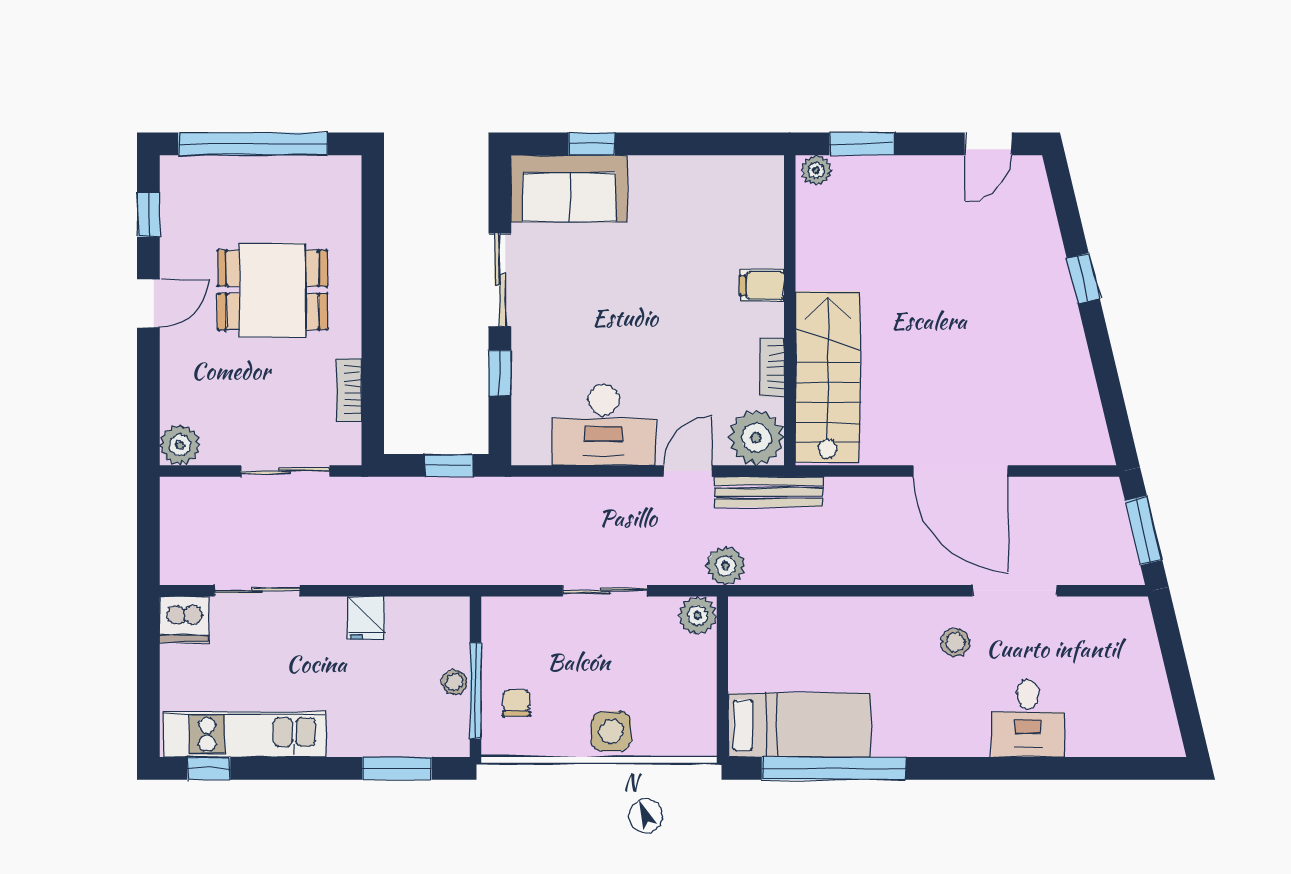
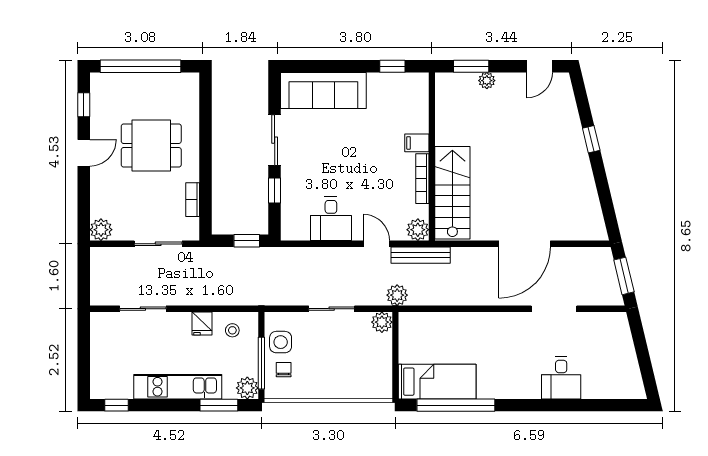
window: (592, 144) -> (392, 66), moved
plant: (816, 170) -> (487, 81), moved
sofa: (569, 189) -> (323, 90), width x1.36
bookcase: (772, 368) -> (422, 179), width x1.56
desk: (604, 425) -> (331, 219), width x0.73
plant: (756, 438) -> (418, 230), width x0.73, depth x0.73
door: (688, 471) -> (376, 244), hinge flipped
door: (961, 471) -> (525, 244), hinge flipped
dishwasher: (184, 619) -> (103, 324), removed
stool: (955, 642) -> (522, 337), removed
stool: (454, 682) -> (232, 330), moved
side table: (611, 731) -> (281, 342), moved
kitchen unit: (244, 734) -> (178, 387), moved
plant: (450, 737) -> (247, 388), added

